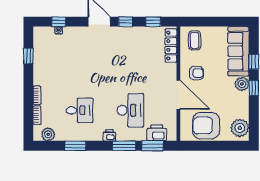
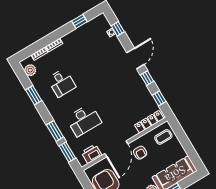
printer: (157, 133) -> (92, 154), moved, turned -90
printer: (109, 135) -> (56, 116), removed

